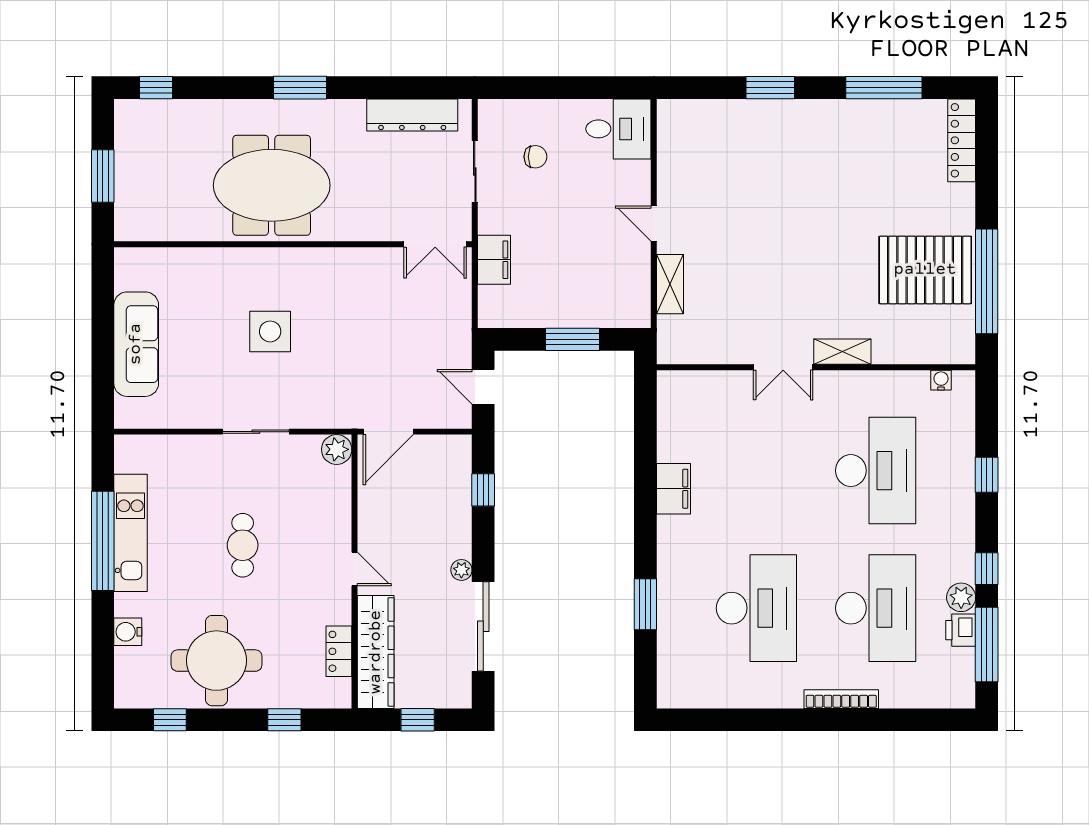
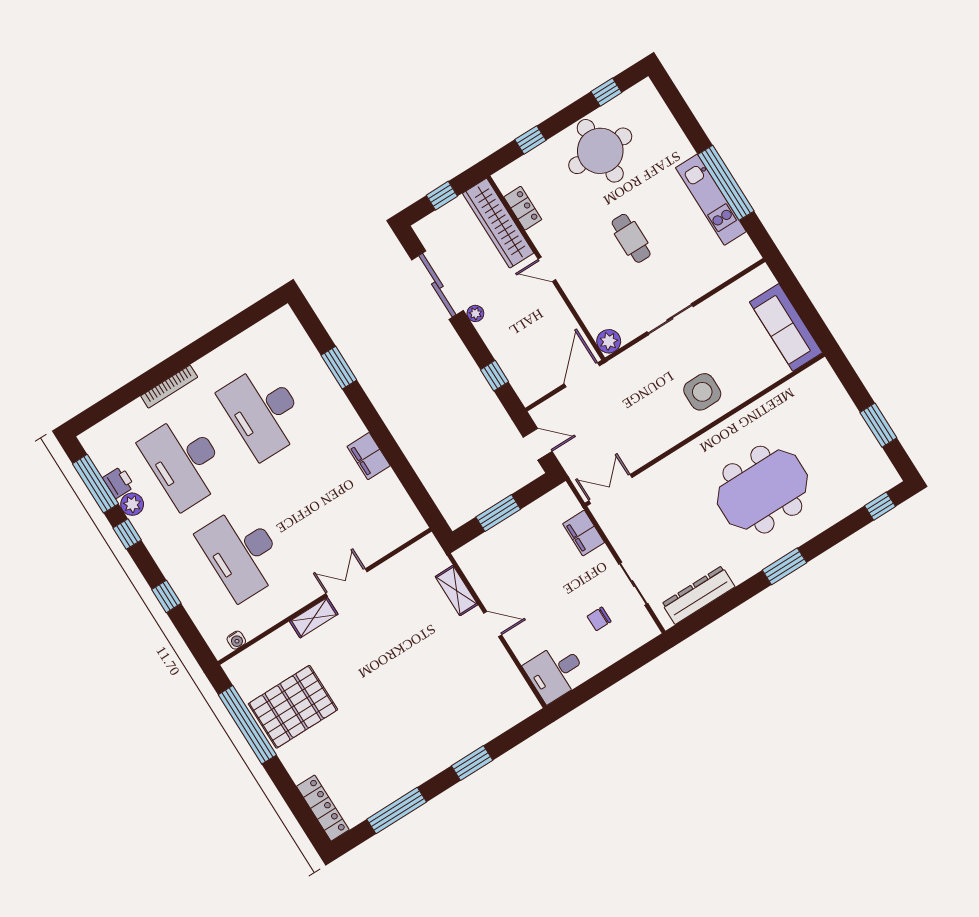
wall: (293, 244) -> (705, 430), moved
double door: (435, 244) -> (610, 489), moved
water cooler: (128, 632) -> (671, 133), removed

